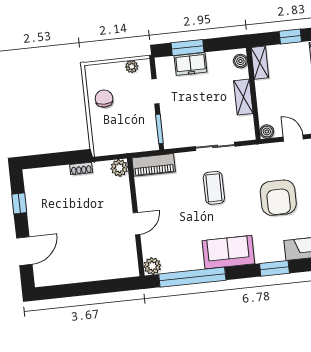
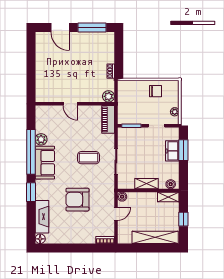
window: (19, 203) -> (92, 28), width x2.17
plant: (152, 266) -> (41, 139), moved
window: (192, 277) -> (31, 152), moved

